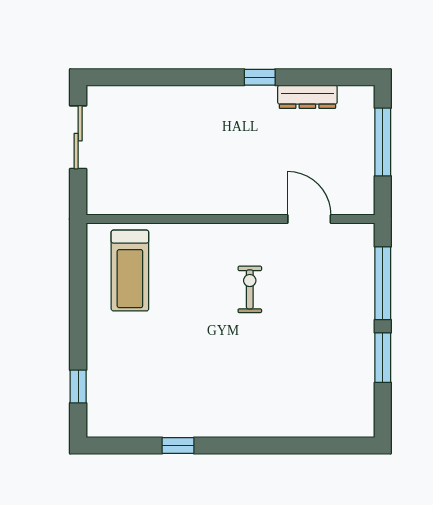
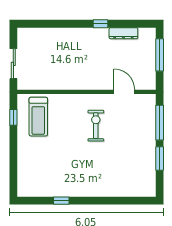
sliding door: (78, 137) -> (13, 64), moved
exercise bike: (250, 289) -> (96, 126), width x1.38, depth x1.39
window: (78, 386) -> (13, 117), moved

